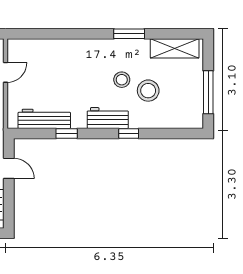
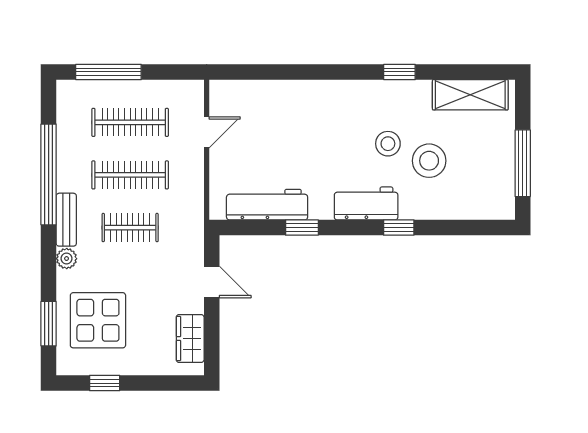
window: (129, 34) -> (399, 72), width x0.67

